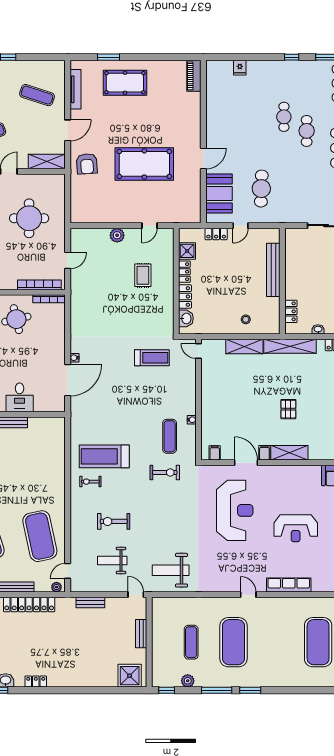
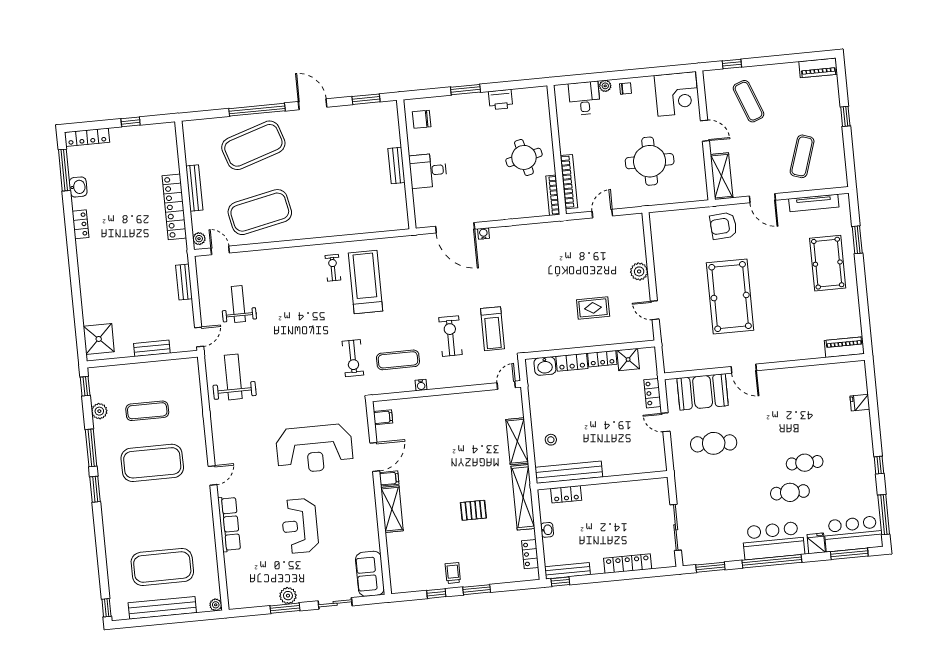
door: (68, 260) -> (602, 214), swing flipped
bench: (273, 270) -> (569, 472), moved
pallet: (288, 409) -> (473, 510), moved
exercise bike: (114, 521) -> (450, 336), moved

